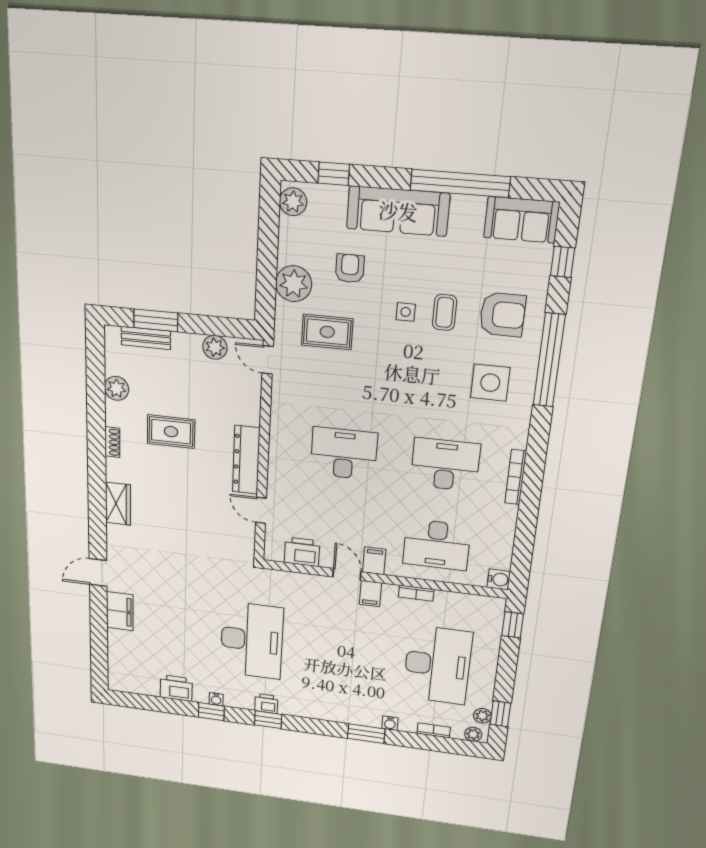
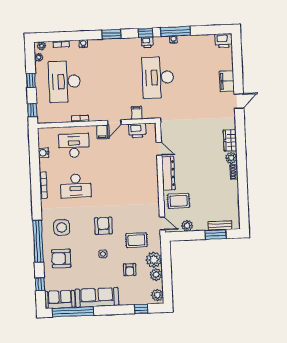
window: (460, 183) -> (73, 312), moved
sofa: (398, 211) -> (97, 297), moved
plant: (291, 249) -> (156, 275), added
coffee table: (445, 312) -> (86, 256), removed
armchair: (396, 373) -> (103, 226), added
plant: (116, 388) -> (231, 158), moved
rug: (171, 432) -> (178, 201), moved
desk: (344, 454) -> (123, 184), removed
door: (347, 574) -> (114, 122), hinge flipped
water cooler: (499, 579) -> (44, 153), moved
filing cabinet: (370, 594) -> (137, 113), moved
printer: (176, 688) -> (224, 41), moved
window: (211, 712) -> (175, 31), width x2.17
window: (500, 714) -> (31, 80), moved
window: (366, 734) -> (111, 34), moved

